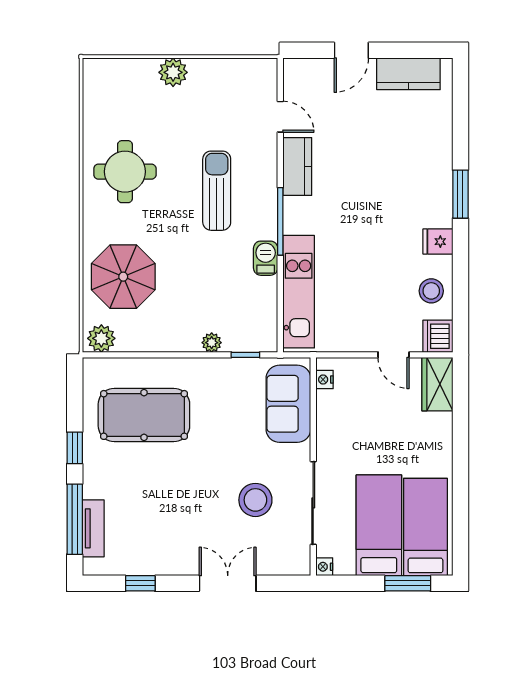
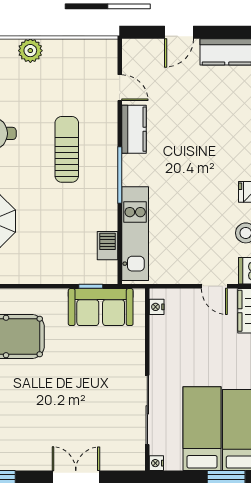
barbecue: (266, 258) -> (108, 246), moved
plant: (212, 343) -> (62, 276), removed
sofa: (288, 404) -> (101, 307), moved, turned -90
stool: (255, 500) -> (99, 407), removed

